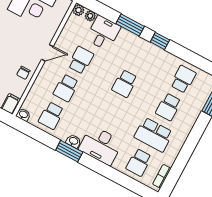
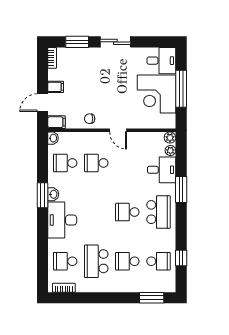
window: (160, 41) -> (181, 258), moved
school desk: (81, 60) -> (158, 212), moved, width x1.85

